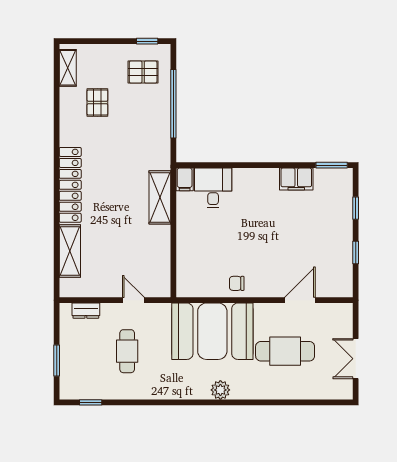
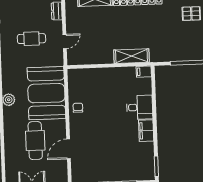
filing cabinet: (296, 179) -> (146, 131), moved
desk: (213, 188) -> (140, 107), moved
door: (300, 300) -> (69, 149), swing flipped

